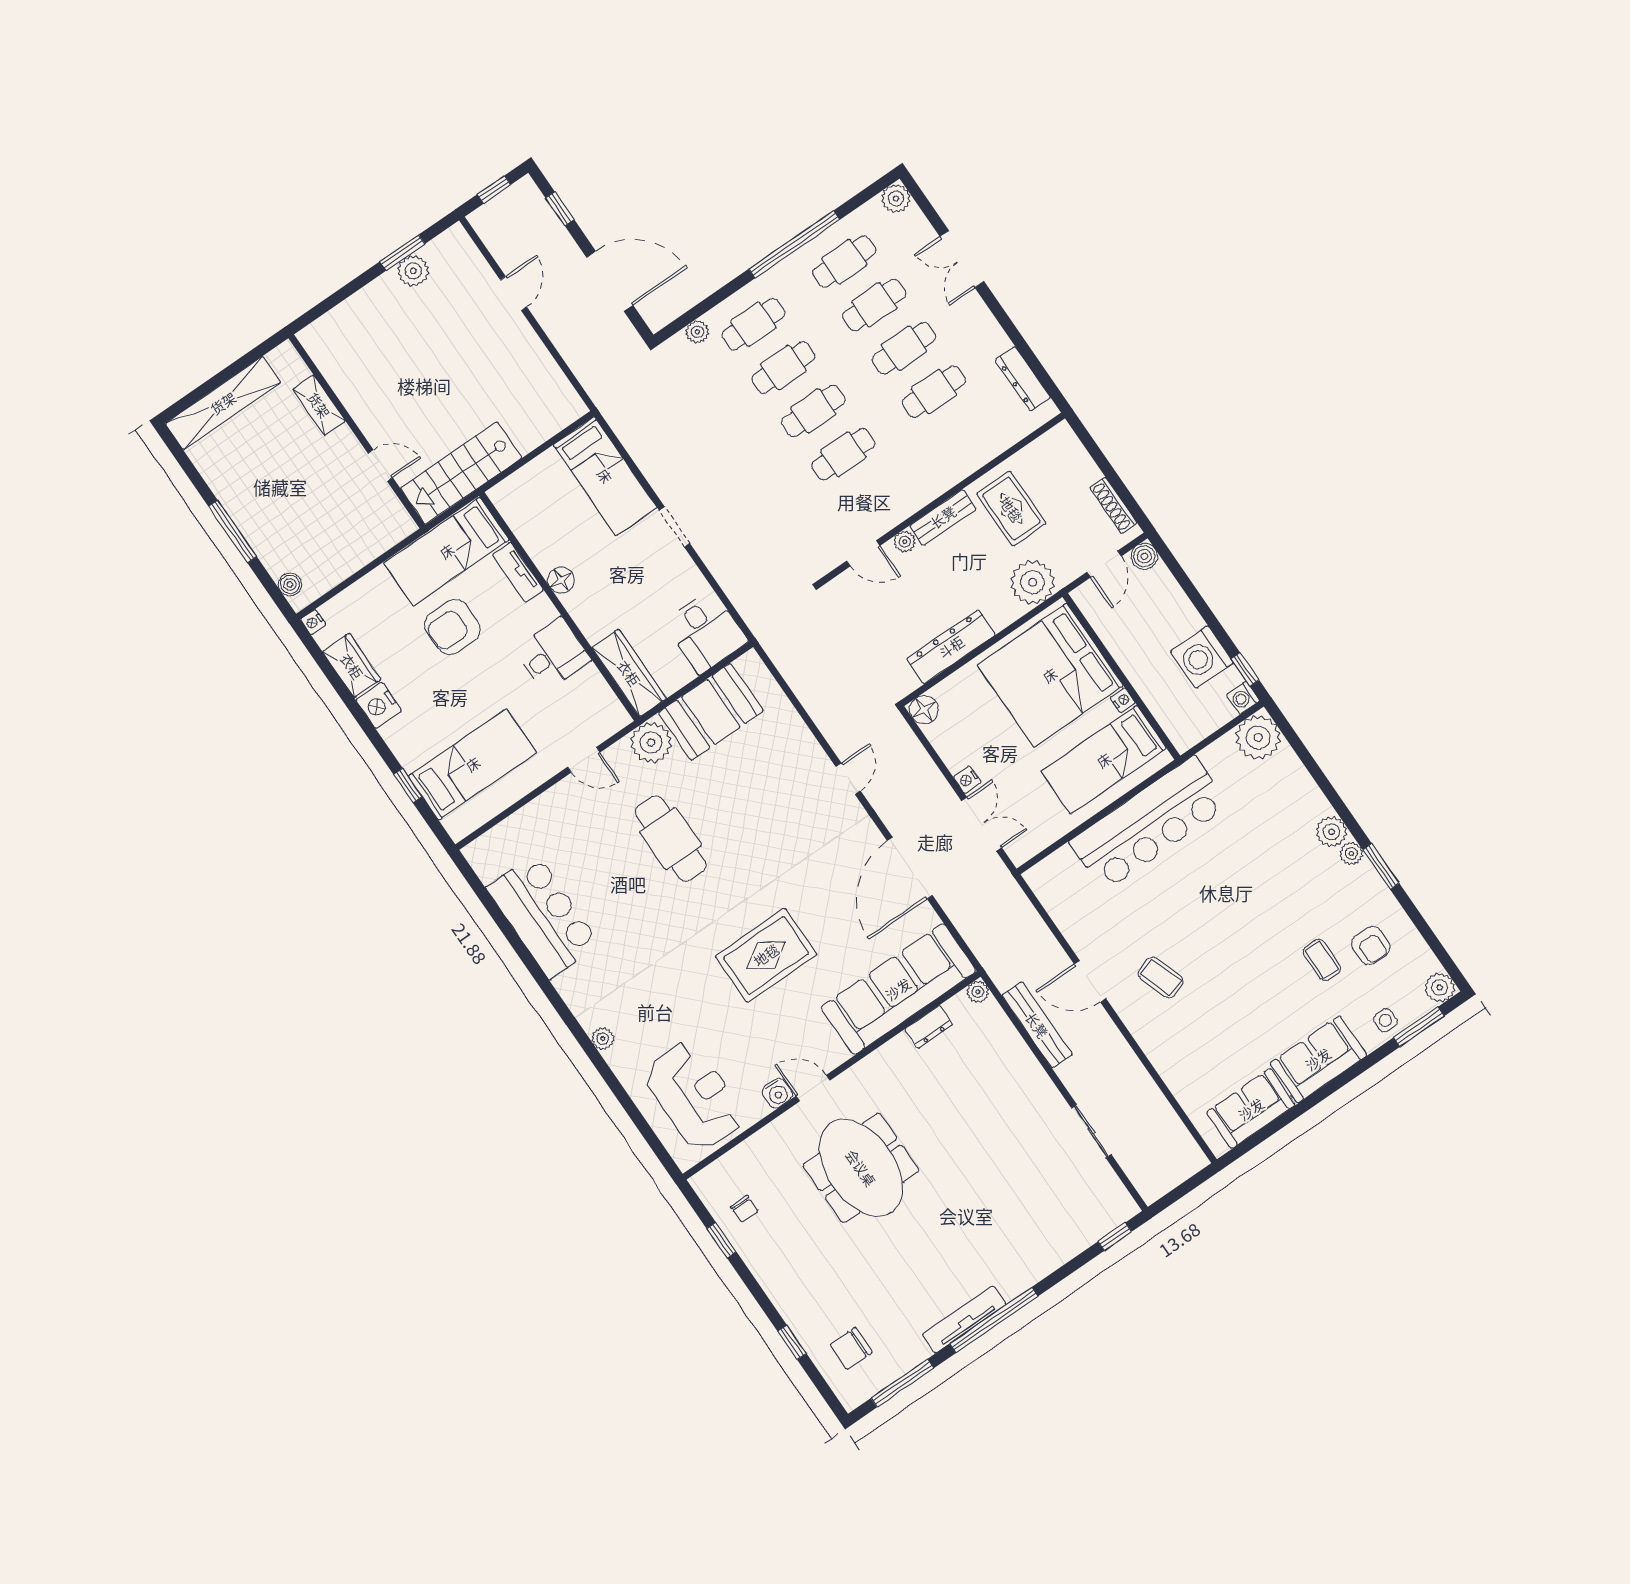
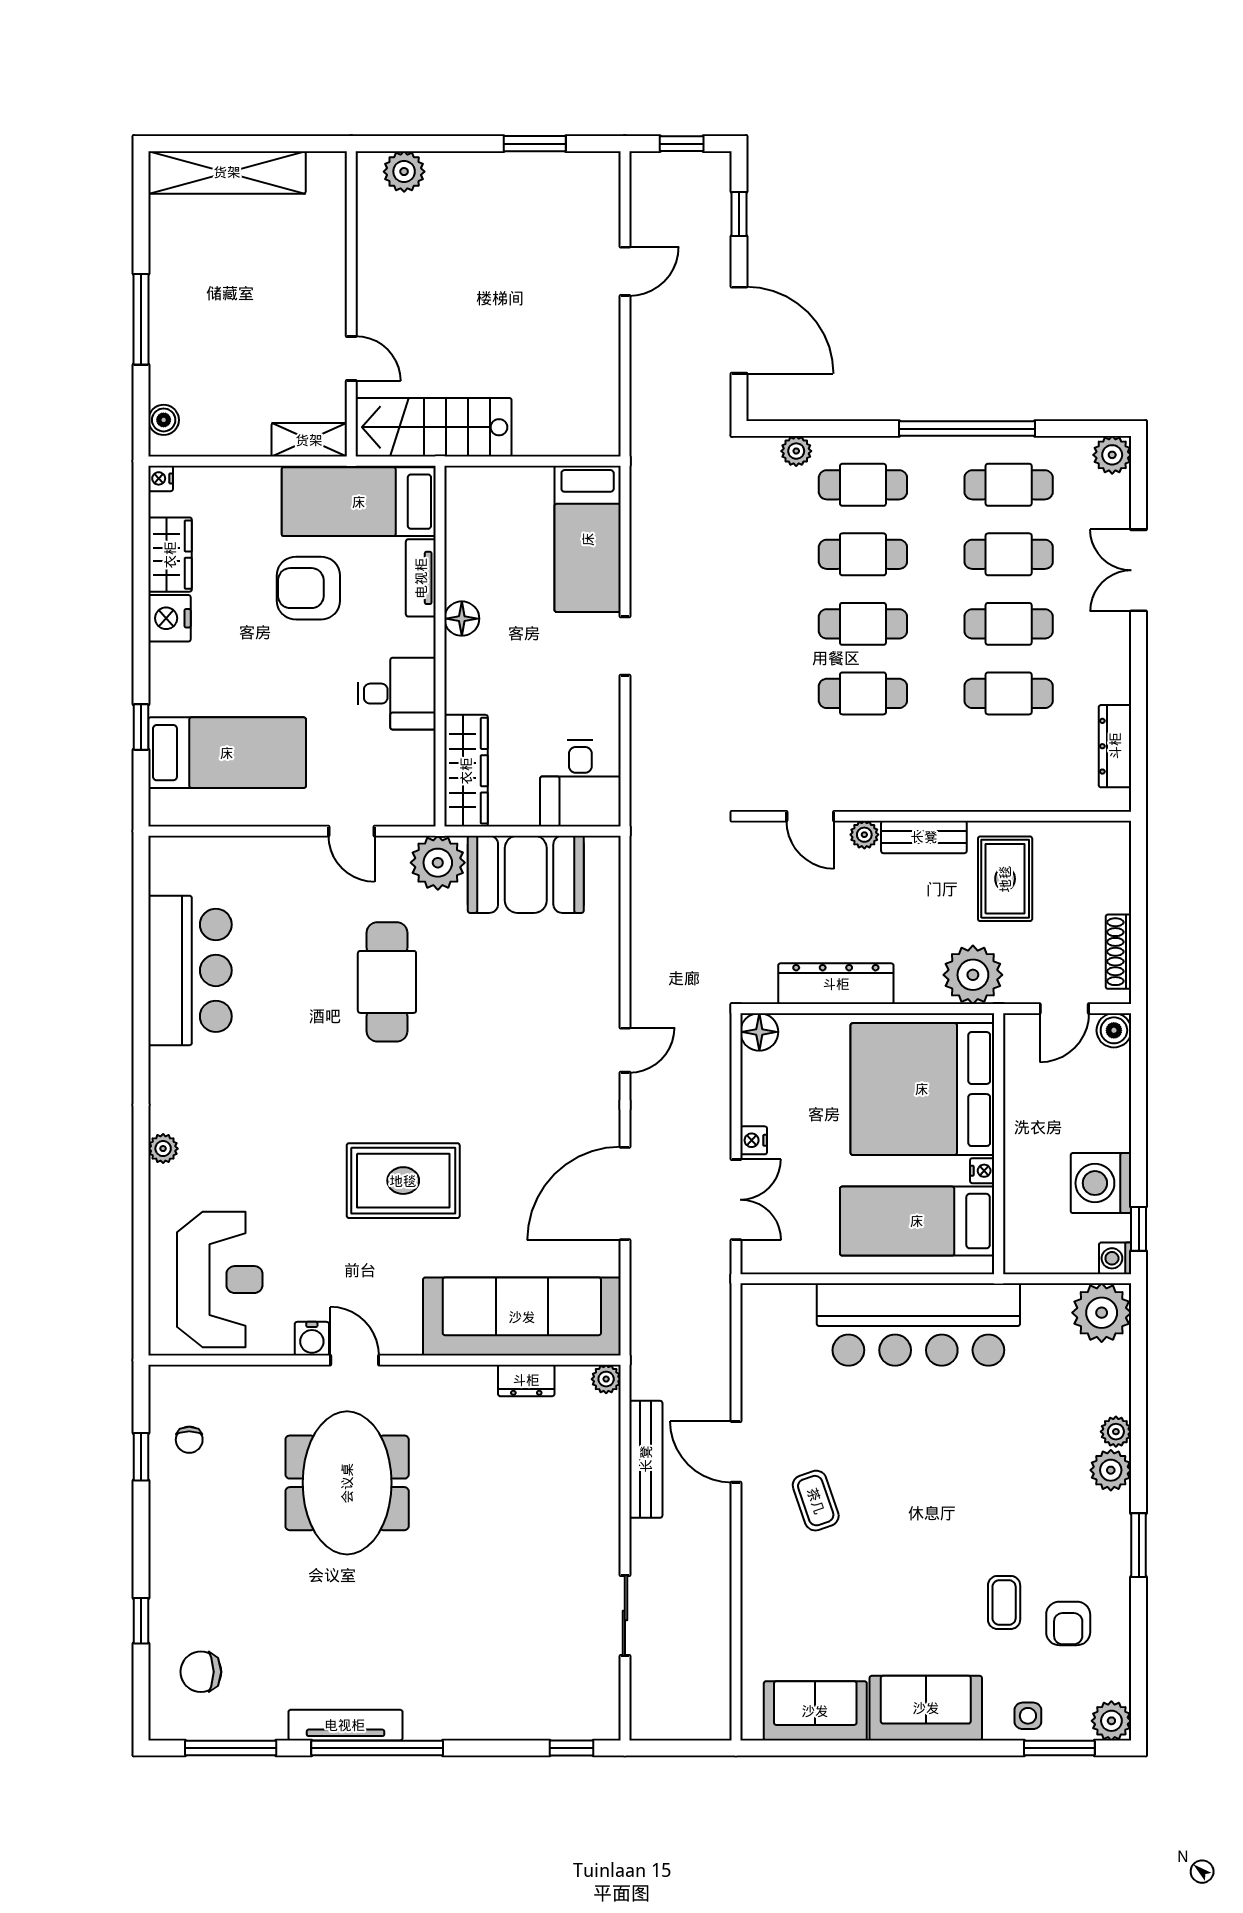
plant: (413, 271) -> (404, 172), moved
shelving: (319, 405) -> (309, 440), moved, turned 90
plant: (1351, 853) -> (1116, 1432), moved

